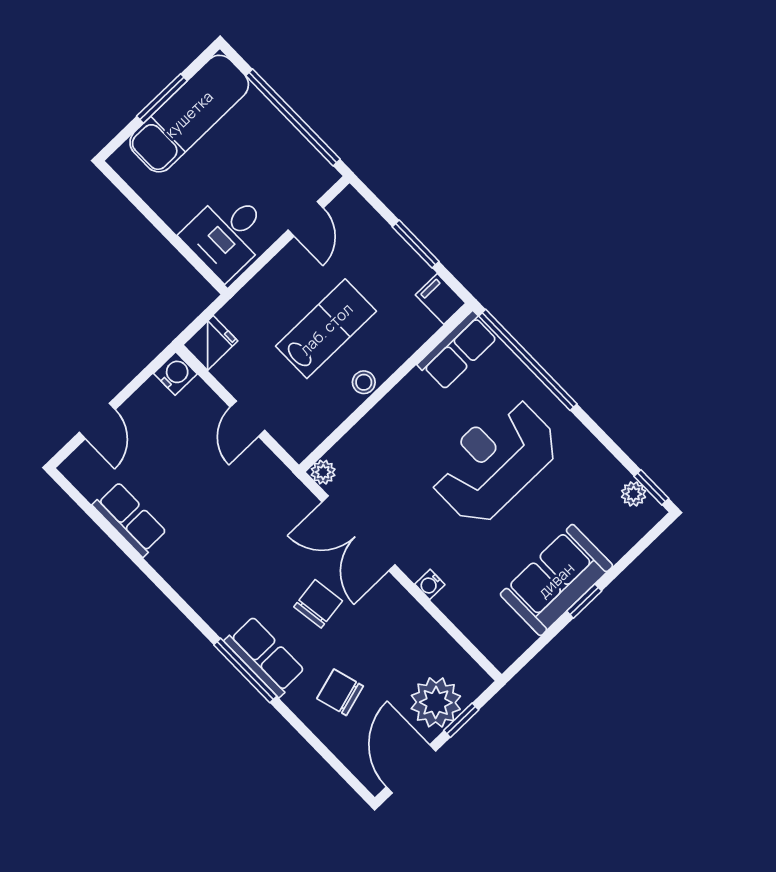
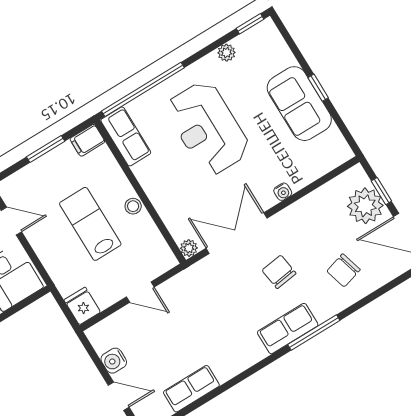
water cooler: (175, 374) -> (114, 361), moved, turned -90
plant: (634, 494) -> (226, 53), moved
double door: (359, 533) -> (237, 233), swing flipped
row of seats: (265, 656) -> (288, 329), moved

